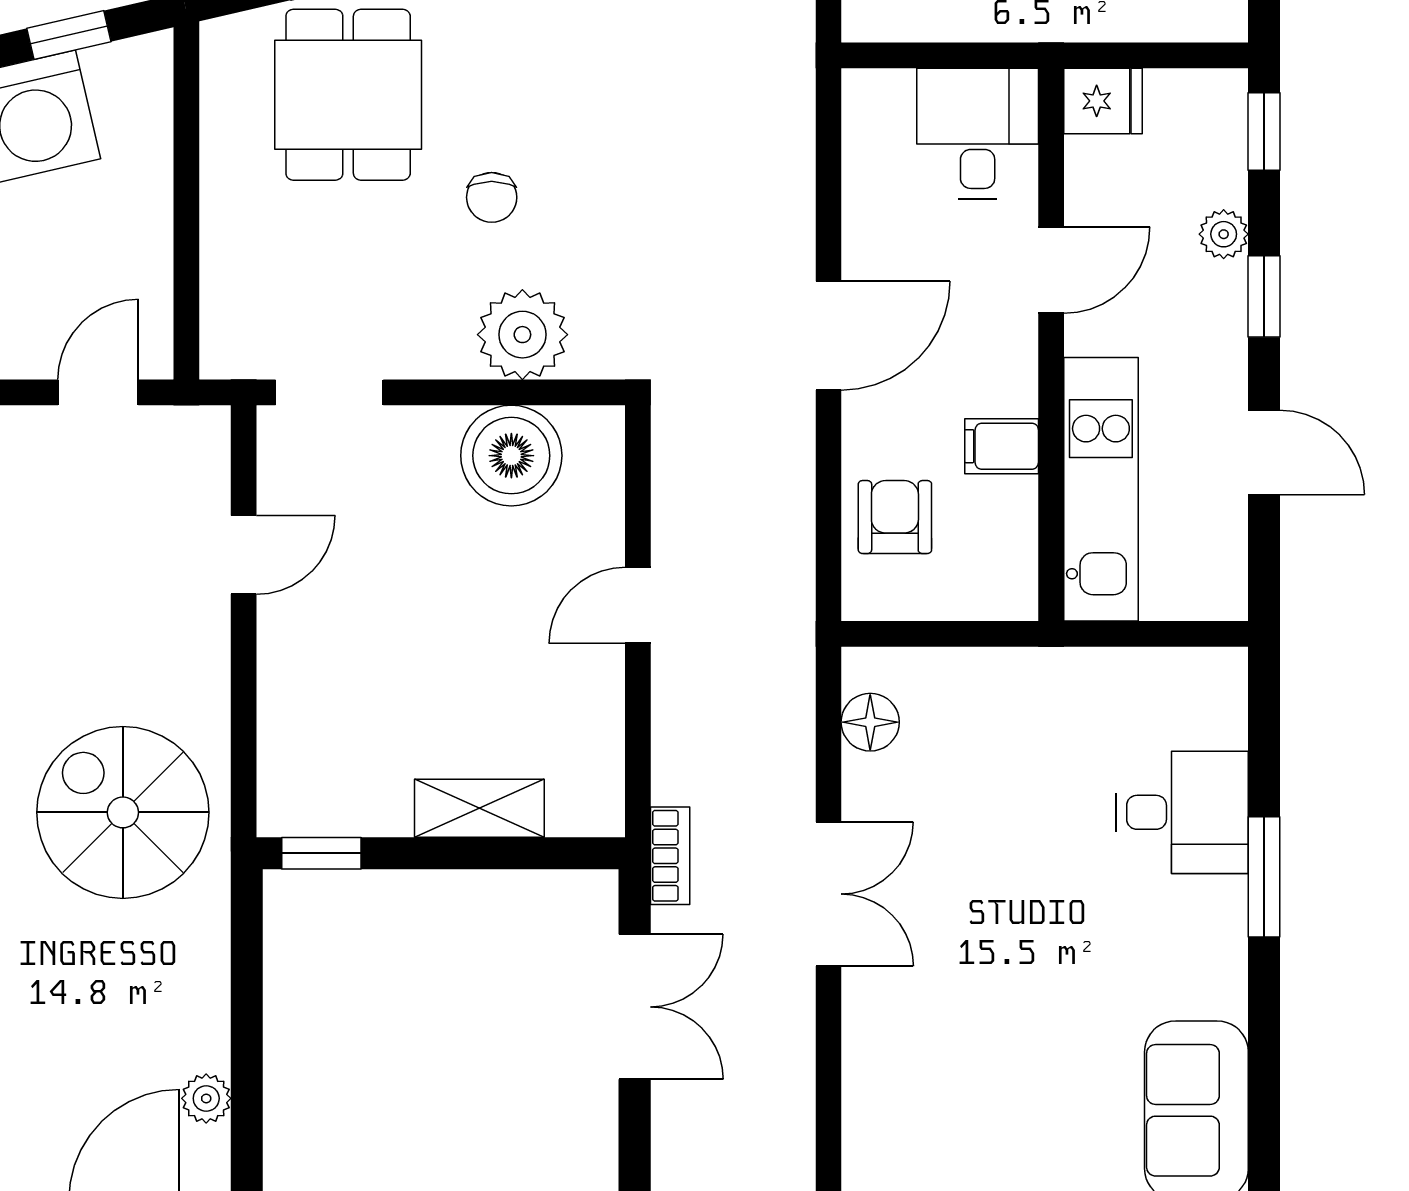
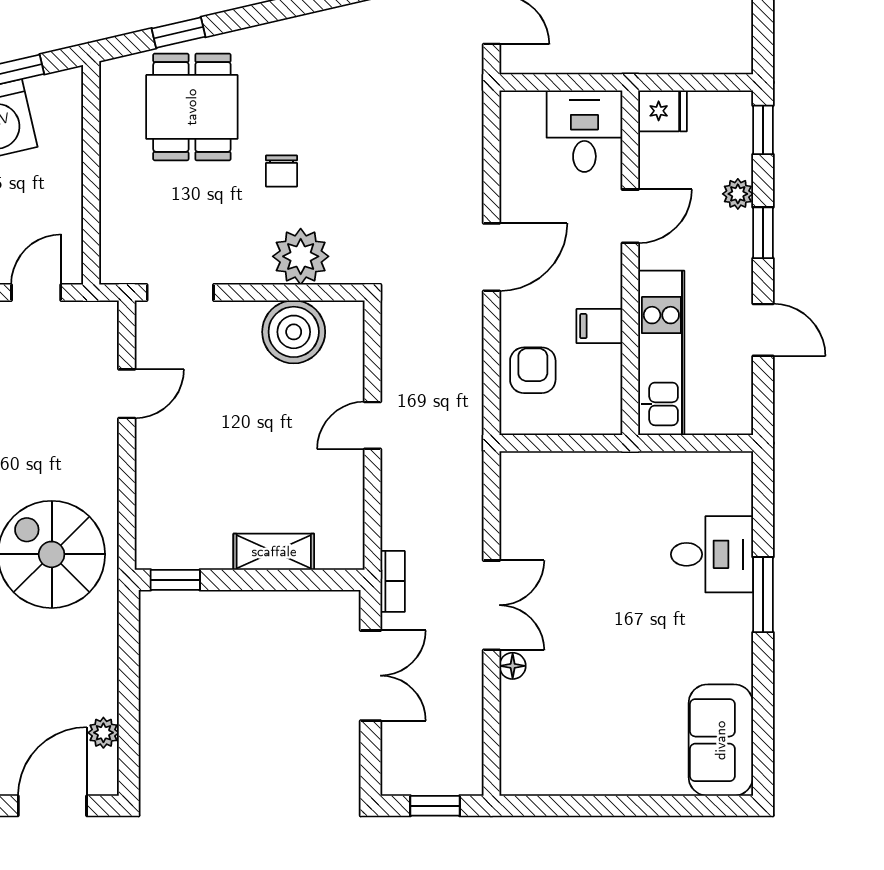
floor lamp: (870, 722) -> (513, 666), moved, width x0.73, depth x0.73

